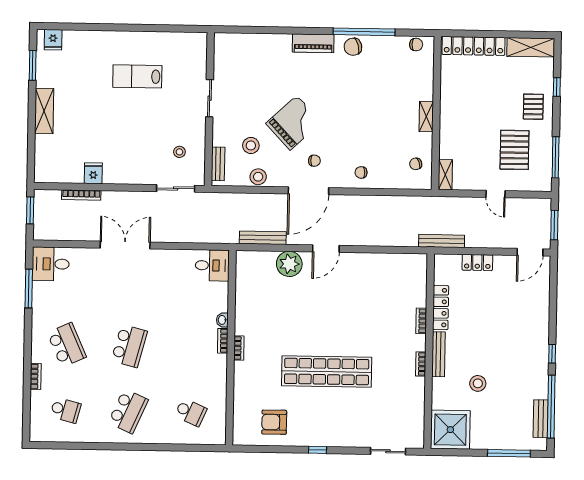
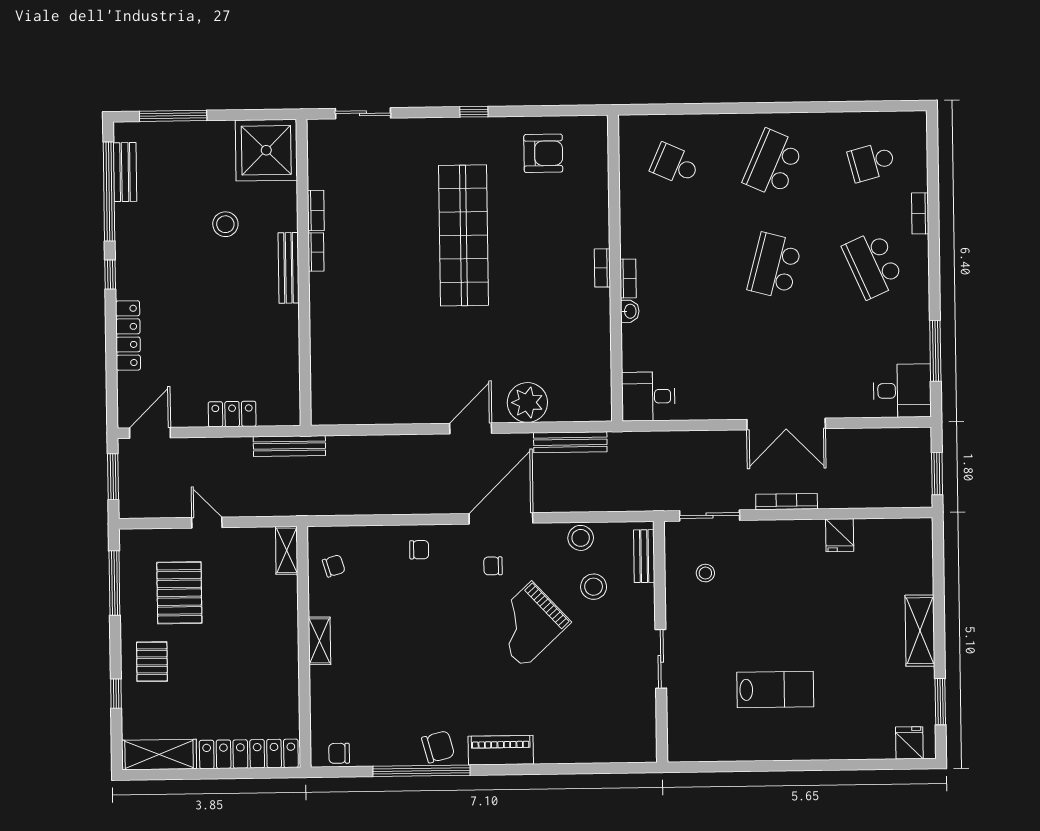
bookcase: (81, 195) -> (787, 502), moved
locker: (441, 308) -> (128, 335), moved, turned 180
bookcase: (421, 321) -> (316, 211), moved
shop shelf: (327, 371) -> (463, 235), turned 90
school desk: (66, 410) -> (872, 162), turned -30

